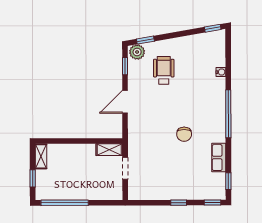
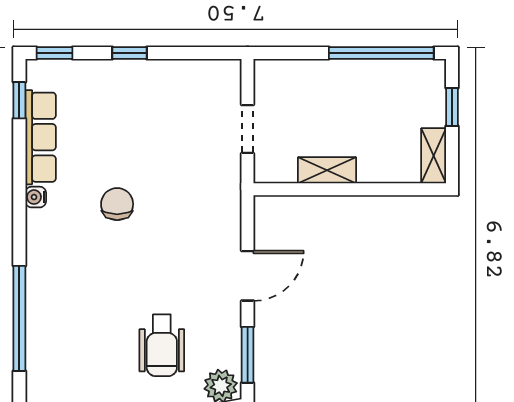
window: (125, 66) -> (248, 355), width x1.50
water cooler: (221, 72) -> (36, 197), moved
window: (228, 114) -> (19, 318), moved
shelving: (109, 150) -> (327, 170), moved
row of seats: (219, 158) -> (41, 137), width x1.48

